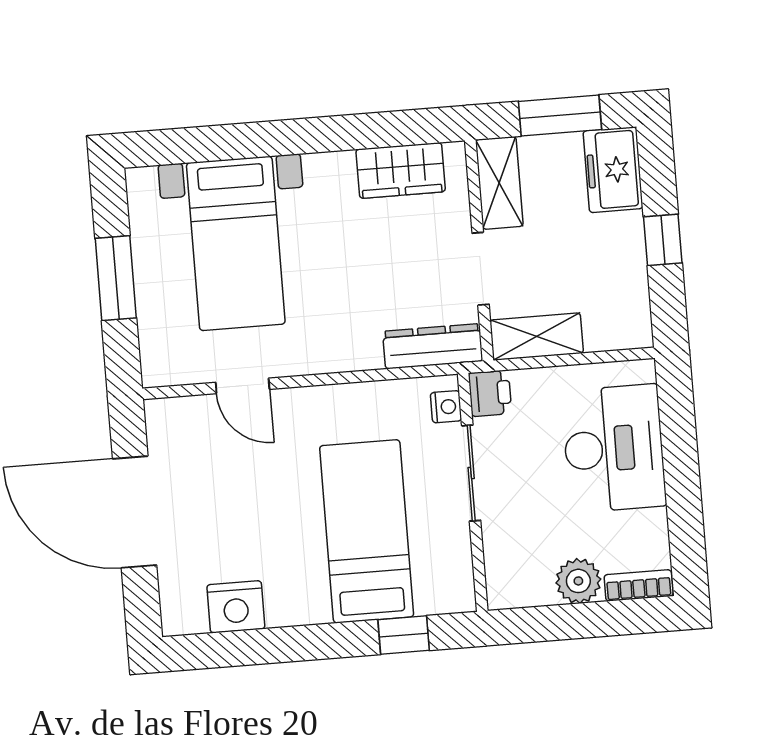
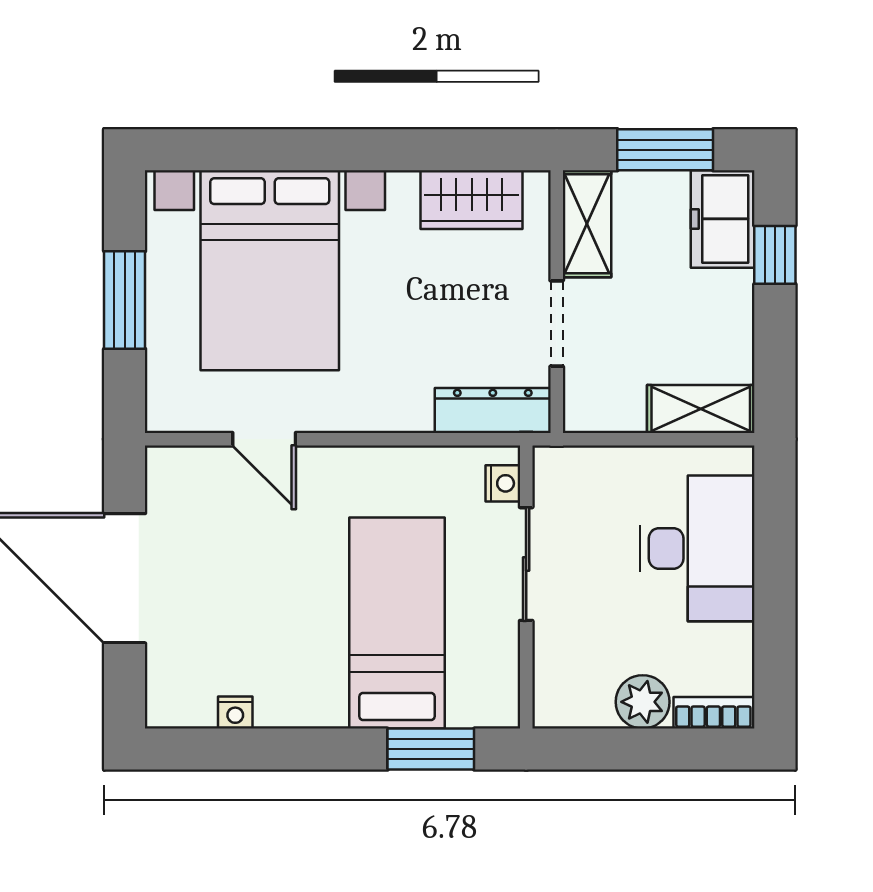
window: (663, 240) -> (775, 255), moved
bed with nightstands: (236, 243) -> (270, 270), width x1.36
shelving: (537, 337) -> (701, 409), moved
printer: (490, 393) -> (556, 472), removed
nightstand: (236, 607) -> (235, 713), width x0.53, depth x0.56
window: (404, 635) -> (431, 749), width x1.50

